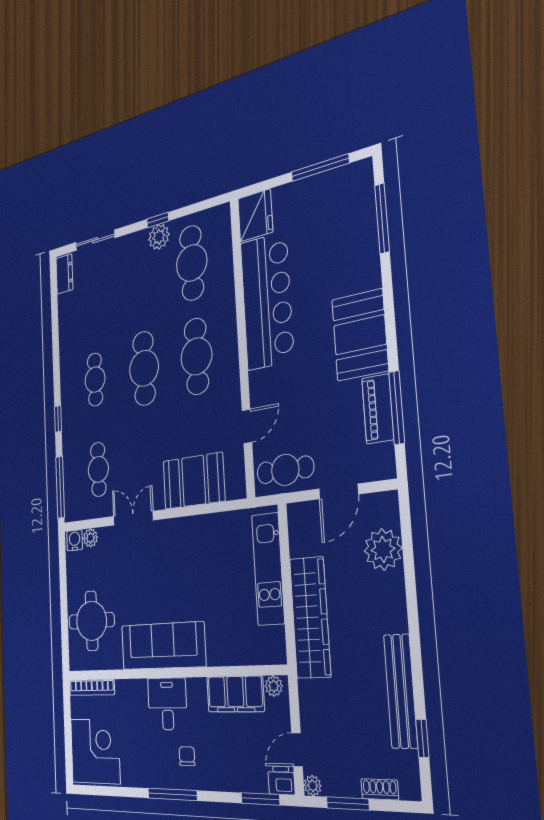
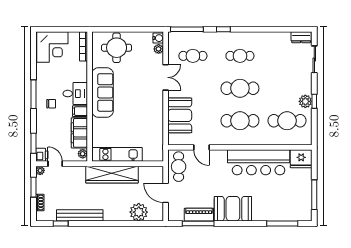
kitchen unit: (268, 569) -> (117, 154), moved
filing cabinet: (197, 693) -> (80, 111), added

